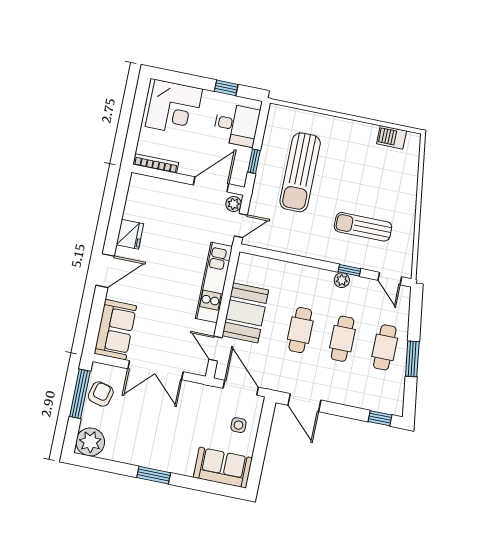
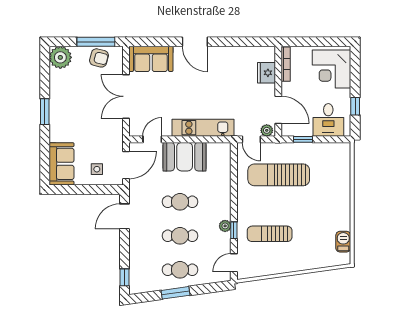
sun lounger: (300, 172) -> (279, 175), moved
sun lounger: (363, 227) -> (270, 234), turned -90
fridge: (130, 234) -> (266, 73), moved, turned 90

